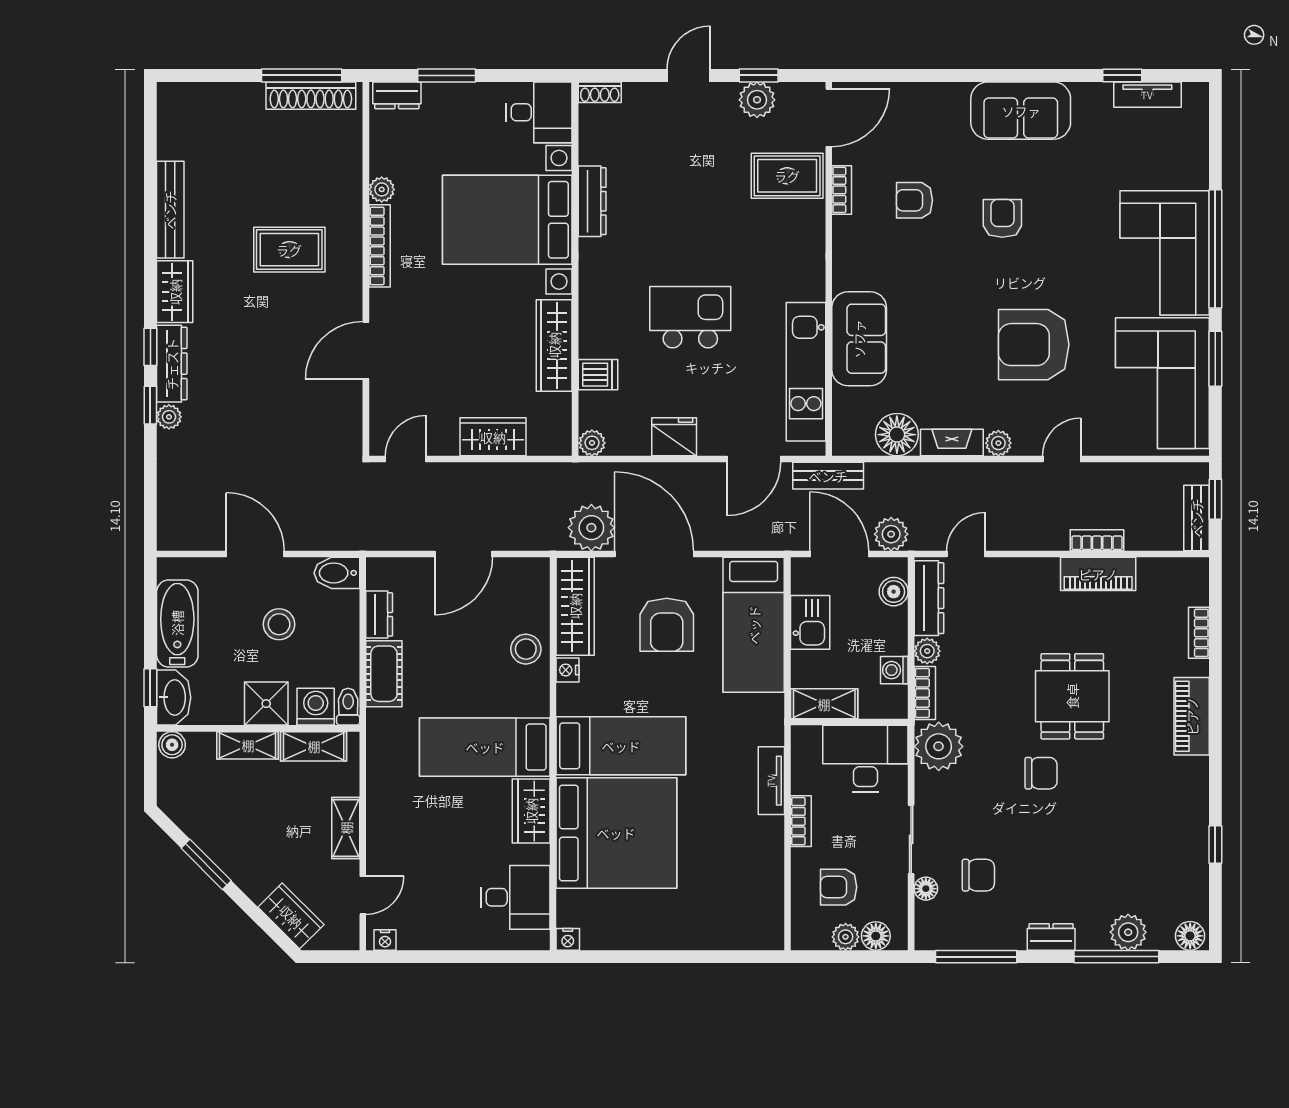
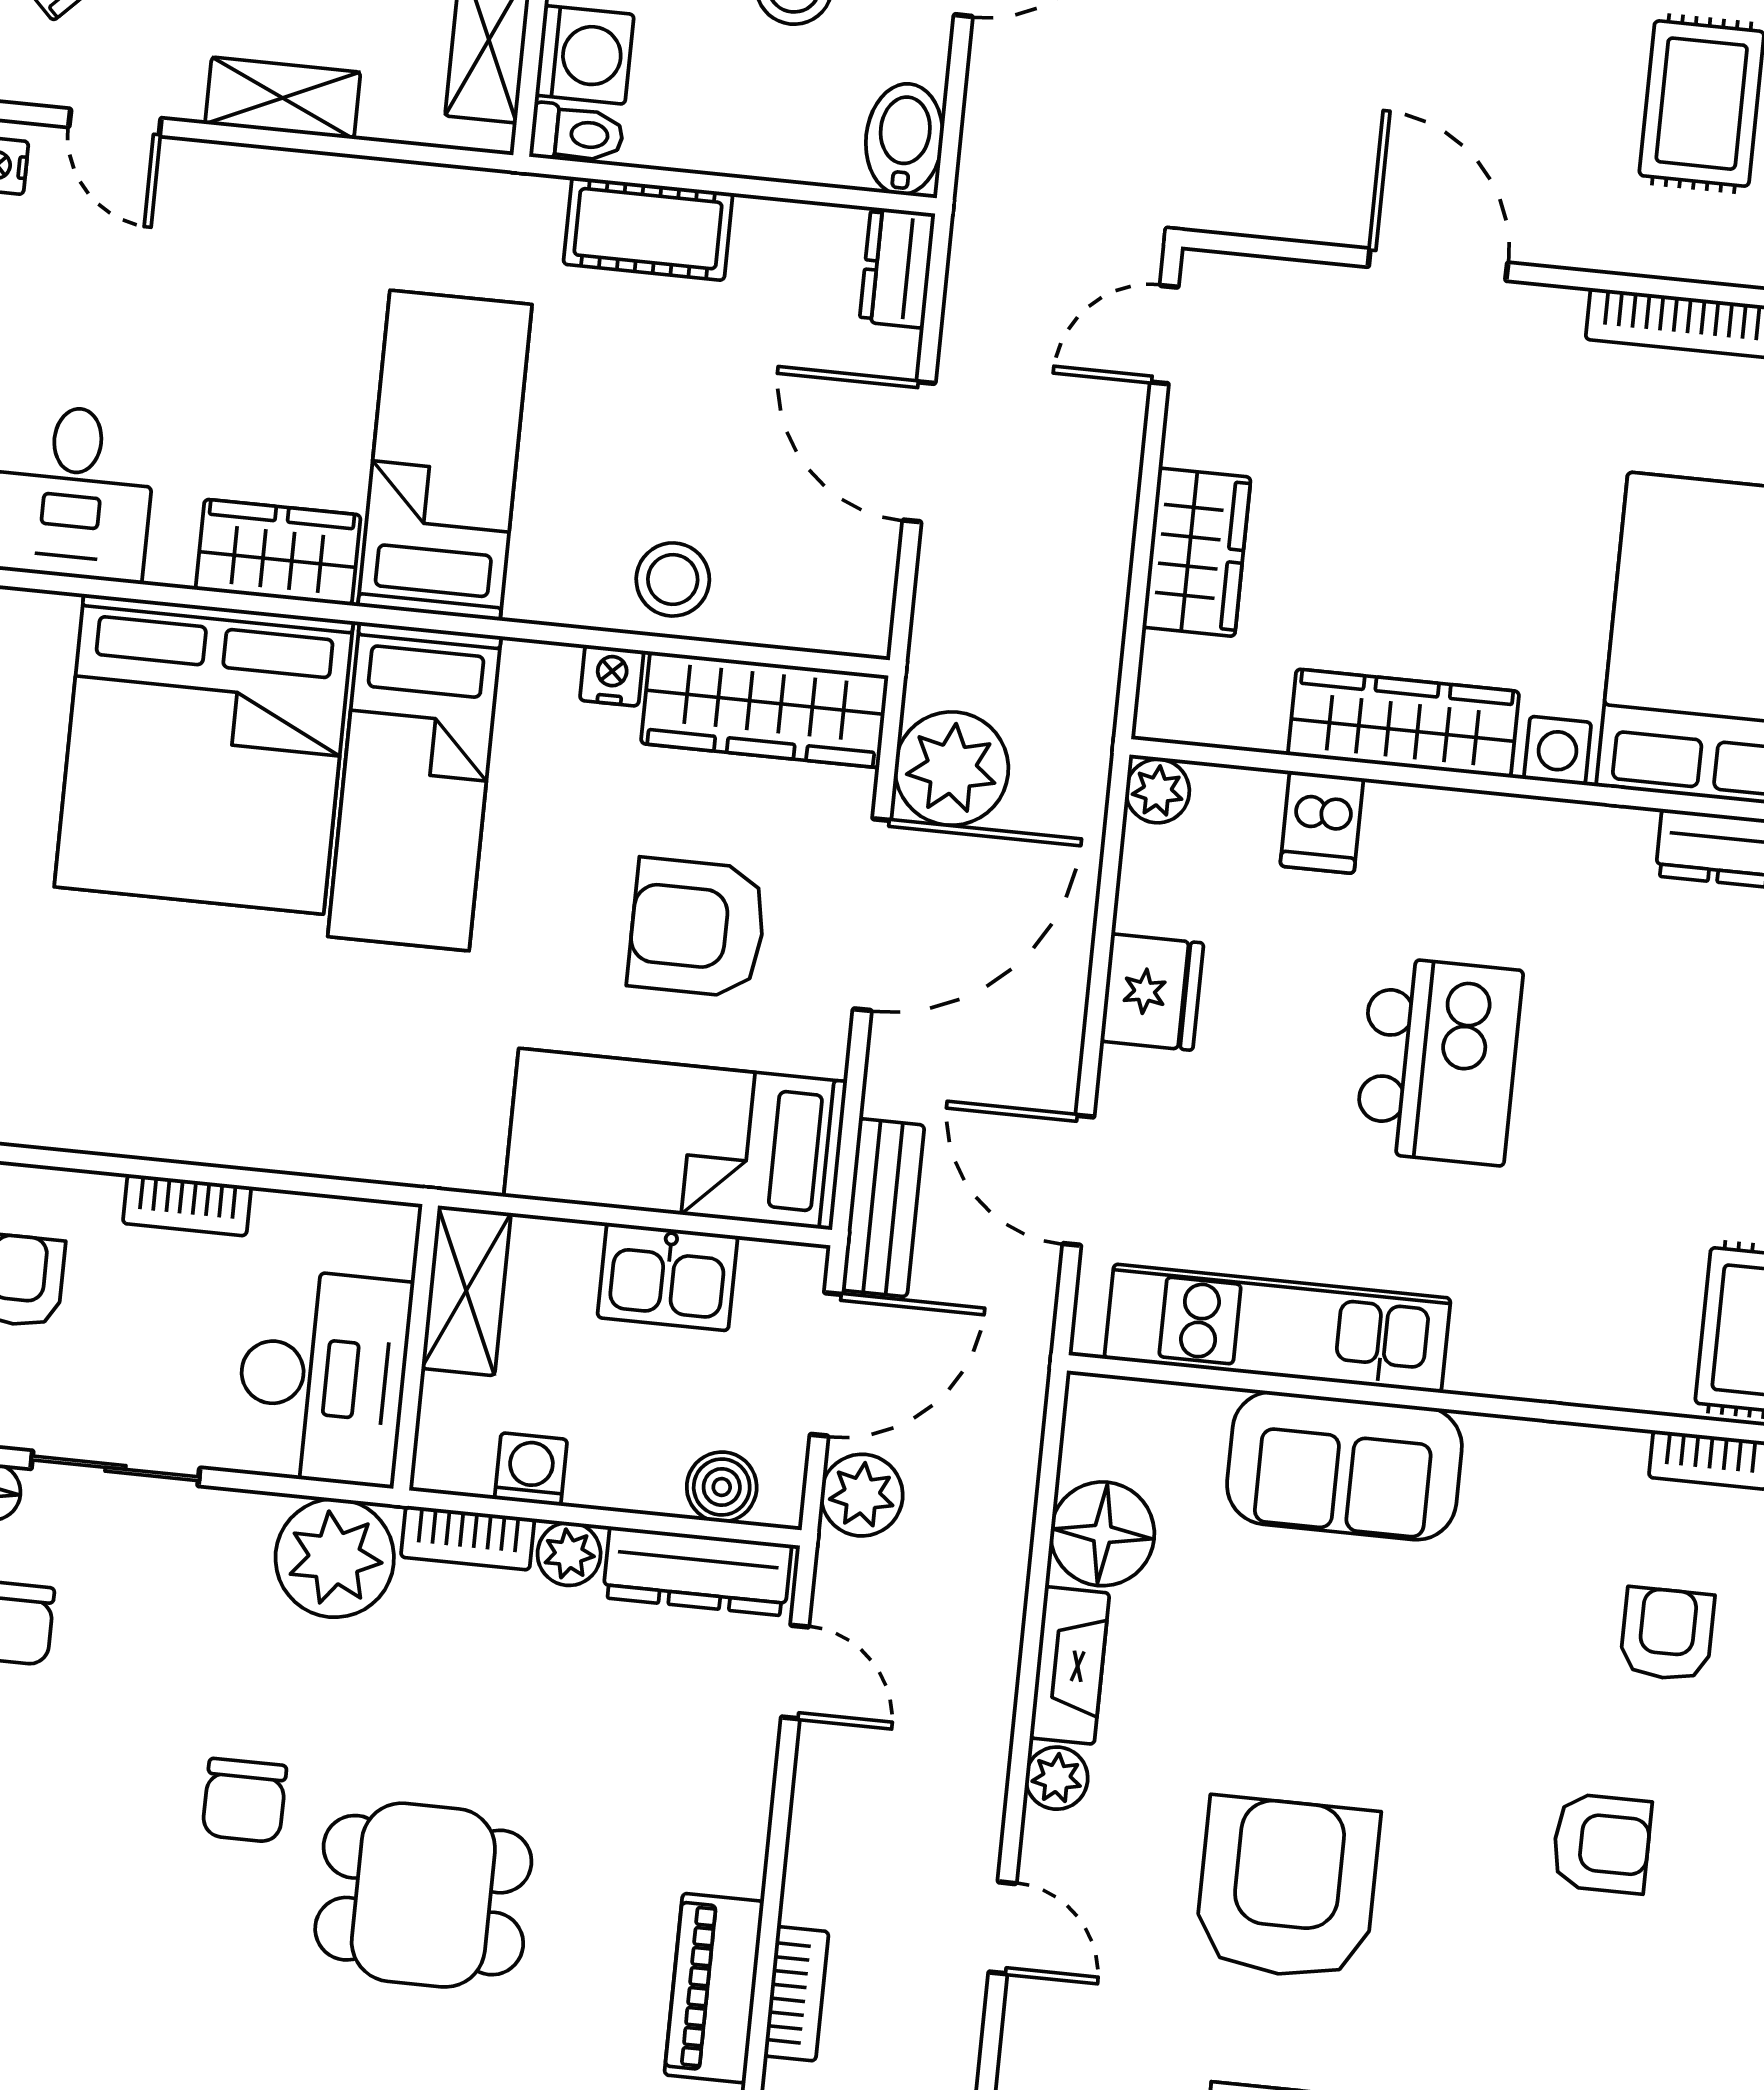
door: (406, 459) -> (1164, 335), swing flipped
bench: (828, 476) -> (883, 1208), moved
dresser: (379, 614) -> (897, 268), moved, turned 90
tv unit: (771, 781) -> (293, 1143), removed

